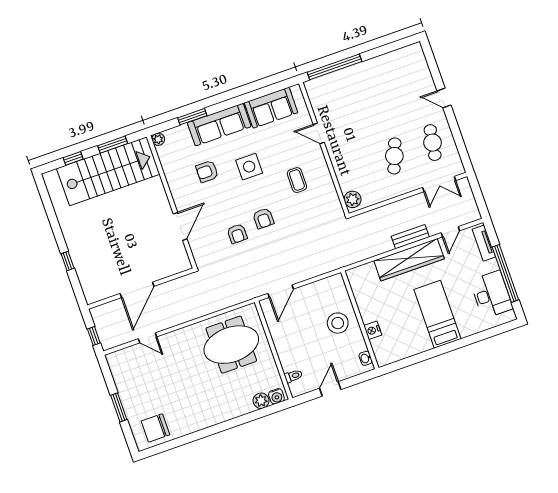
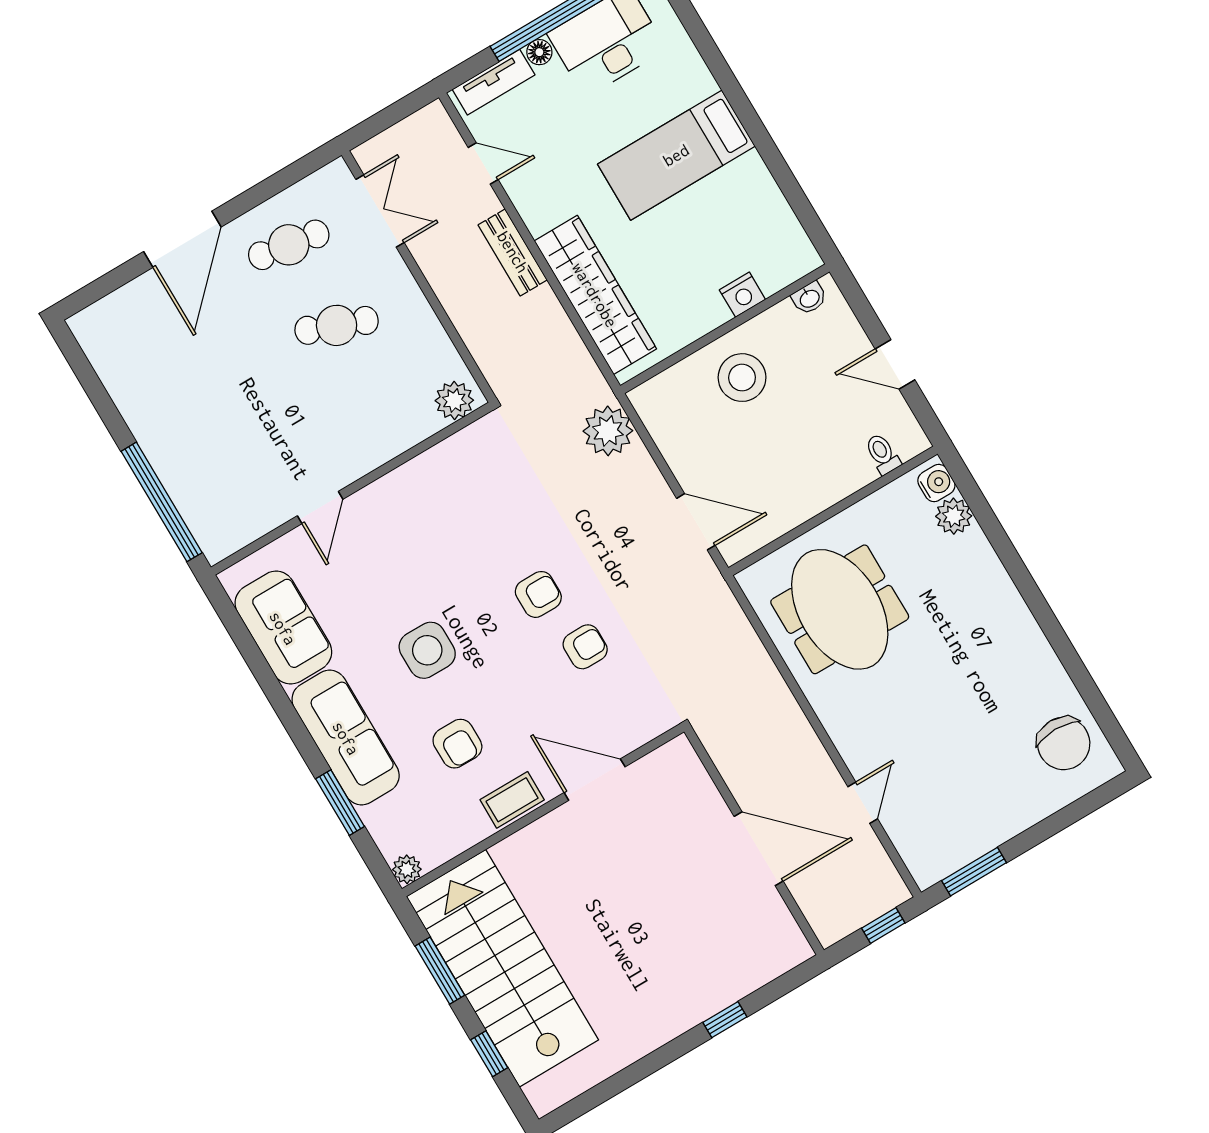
door: (444, 98) -> (182, 239), width x1.87
coffee table: (297, 180) -> (512, 800), moved
wardrobe: (409, 260) -> (595, 295), moved
plant: (327, 262) -> (608, 431), added
floor lamp: (493, 265) -> (539, 52), added
window: (119, 407) -> (974, 872), moved

